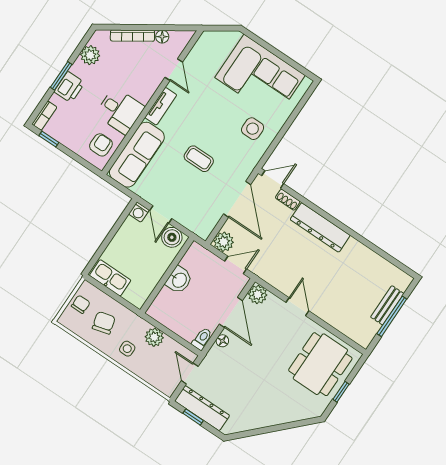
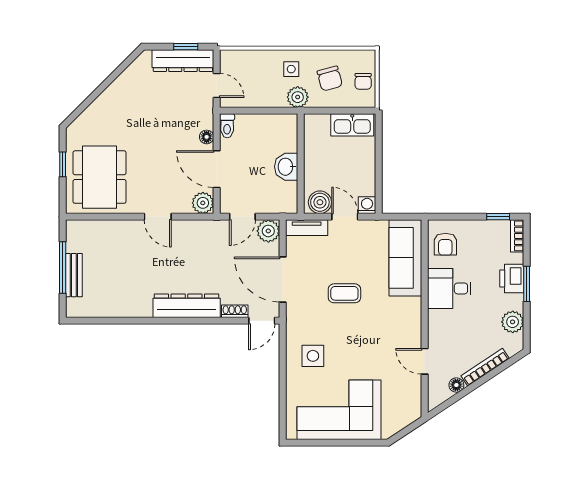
tv unit: (161, 106) -> (307, 228), moved, turned -90
plant: (154, 337) -> (298, 97), moved

